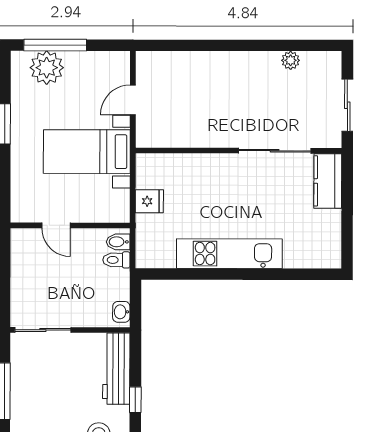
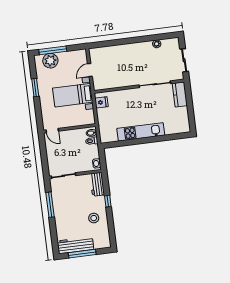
fridge: (149, 201) -> (101, 102), moved
door: (56, 225) -> (52, 131), moved
workbench: (116, 369) -> (97, 184), width x0.73

